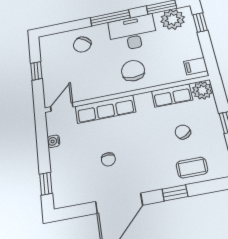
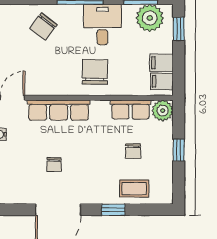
desk: (133, 33) -> (102, 25), width x0.73
filing cabinet: (191, 51) -> (162, 63), added
chair: (183, 132) -> (133, 151), turned -151

